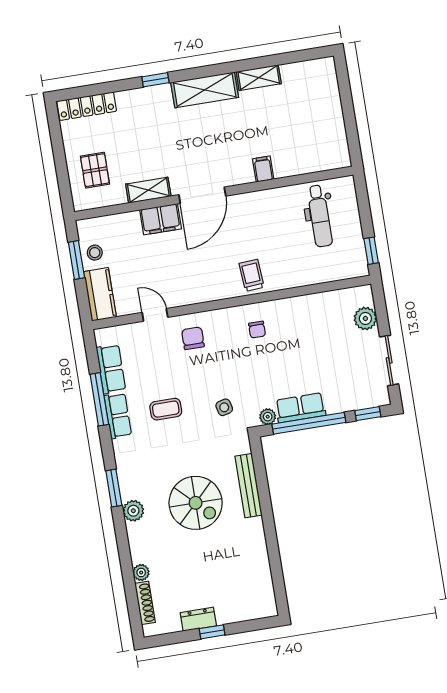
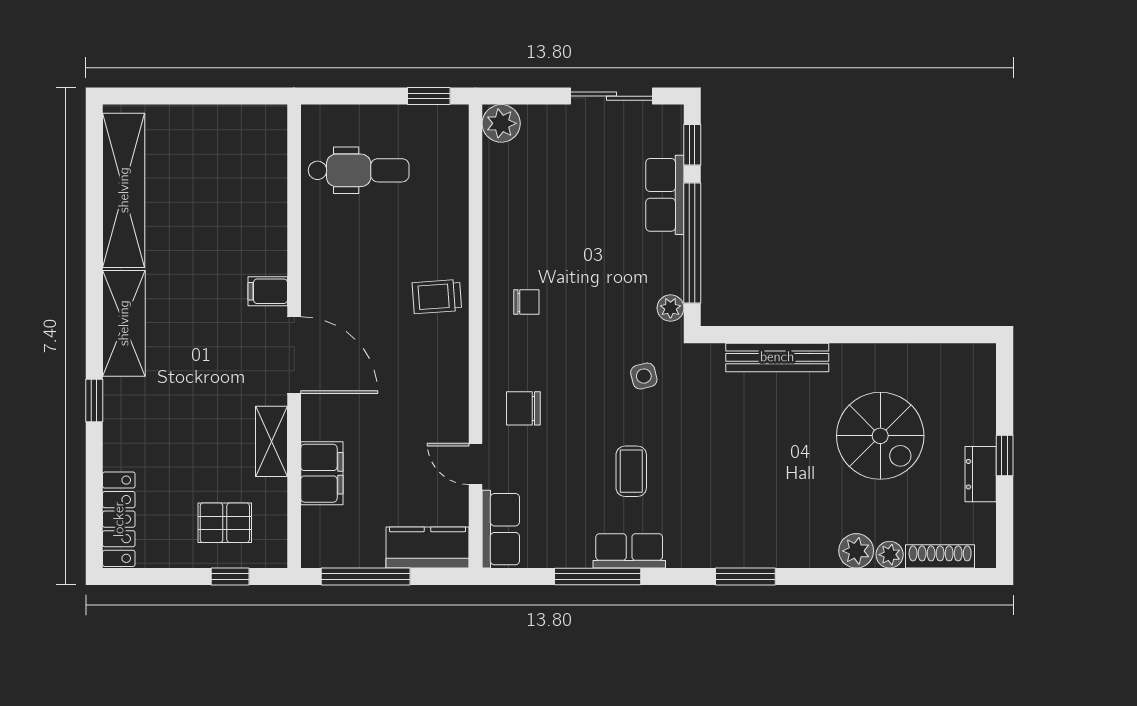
shelving: (259, 78) -> (124, 190), width x2.20, depth x1.33
filing cabinet: (263, 169) -> (268, 291), moved
window: (63, 179) -> (230, 576), added
filing cabinet: (161, 219) -> (322, 473), moved
stool: (95, 253) -> (359, 545), removed
window: (76, 260) -> (366, 576), width x1.44
door: (155, 315) -> (476, 464), hinge flipped
plant: (365, 318) -> (501, 123), moved
row of seats: (111, 369) -> (501, 529), moved, turned 90
row of seats: (301, 408) -> (665, 195), moved
spiral stairs: (196, 503) -> (880, 436), moved, turned 90
plant: (133, 511) -> (856, 551), moved

